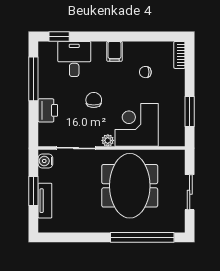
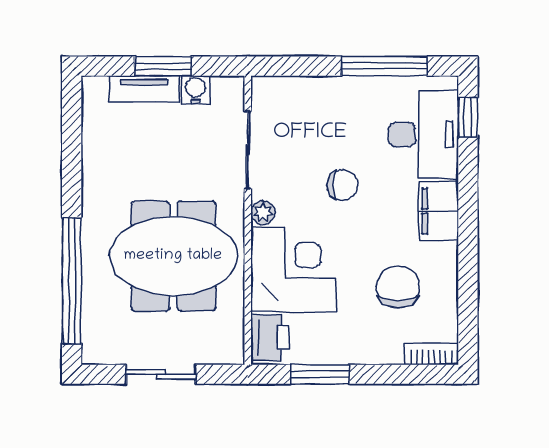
filing cabinet: (114, 51) -> (439, 211), width x2.00
desk: (74, 59) -> (424, 134), width x1.37
chair: (145, 72) -> (398, 287), width x1.87, depth x1.87
printer: (48, 110) -> (270, 338), moved, turned -90
water cooler: (45, 161) -> (195, 90), moved

